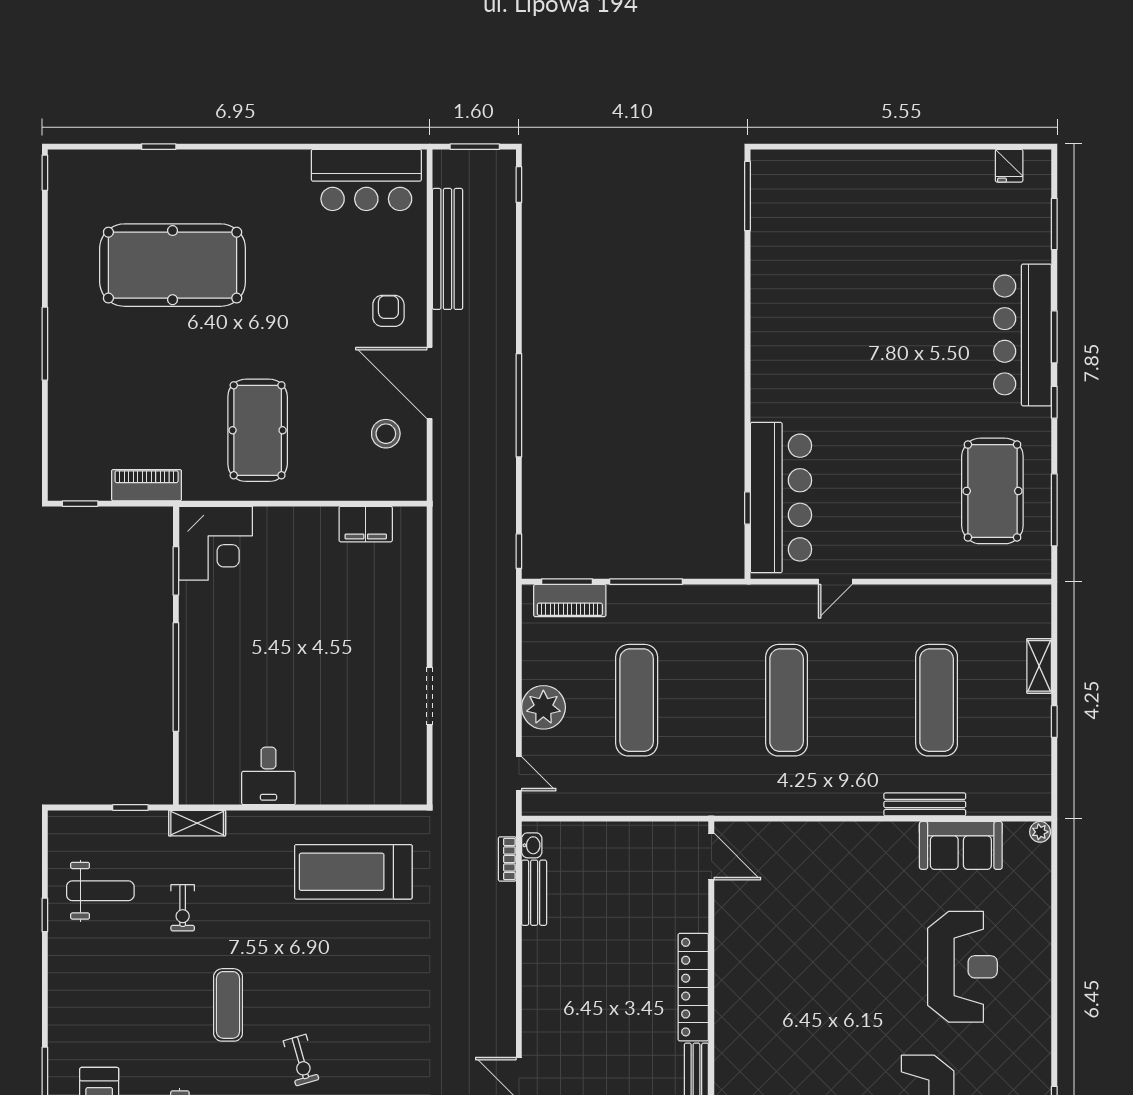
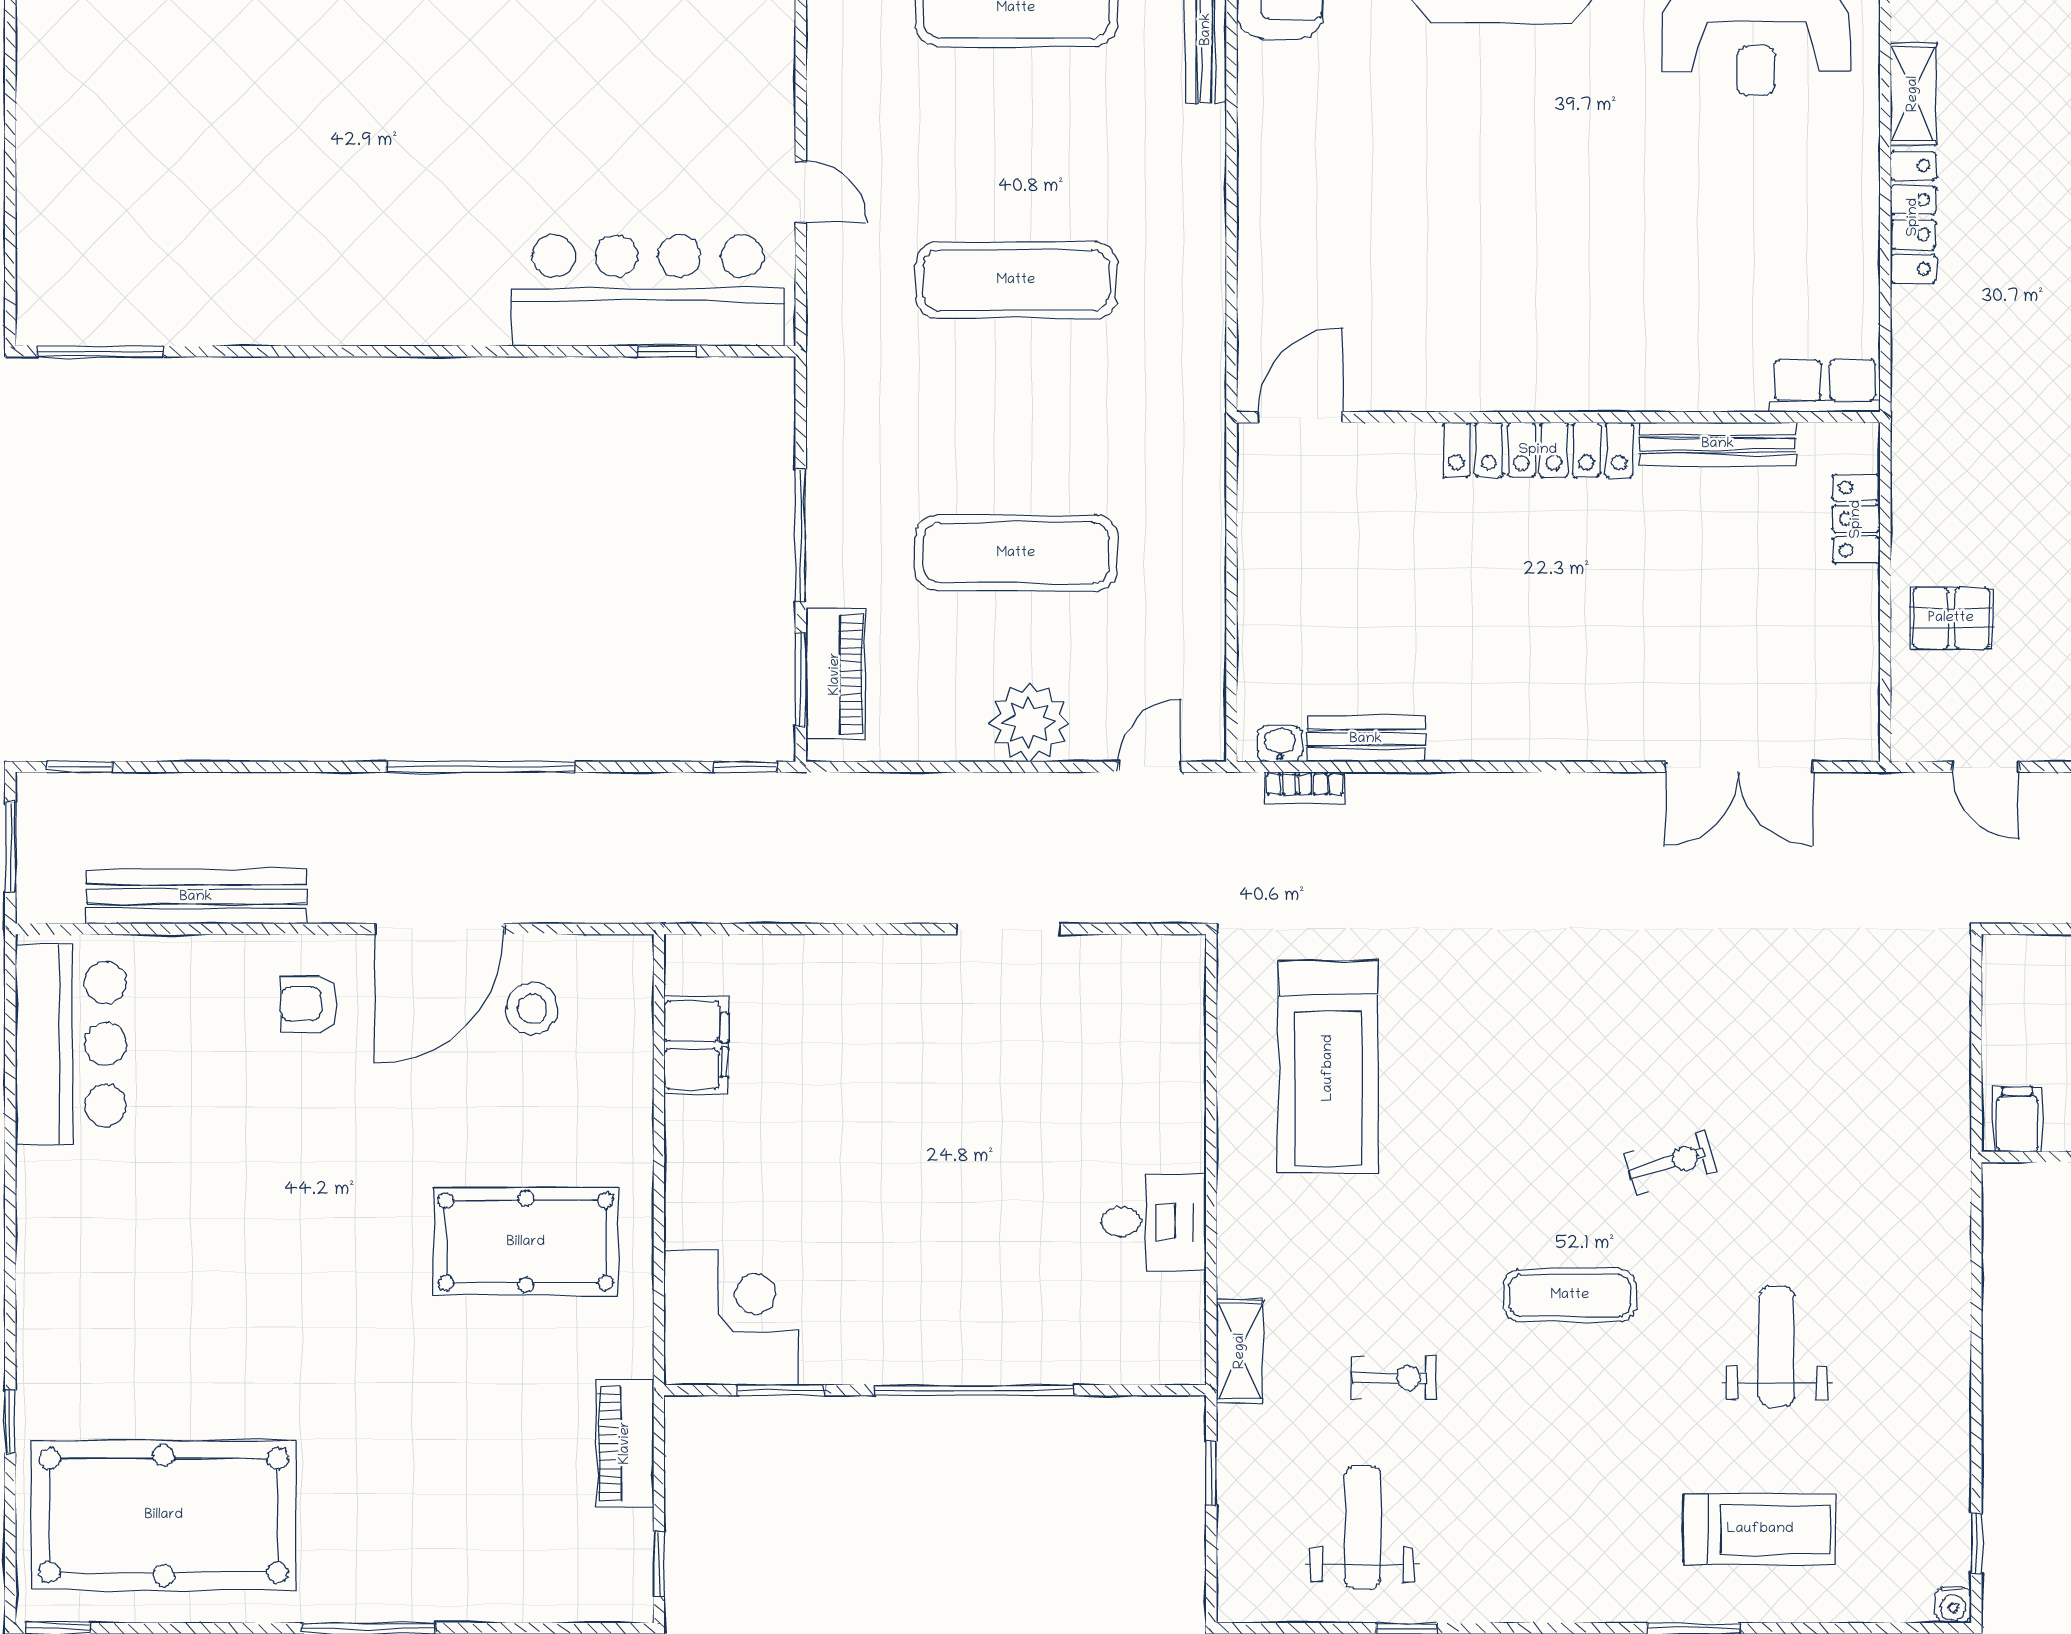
pool table: (173, 265) -> (164, 1515), moved, turned 90

